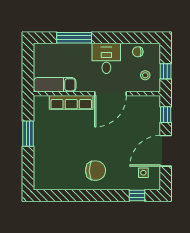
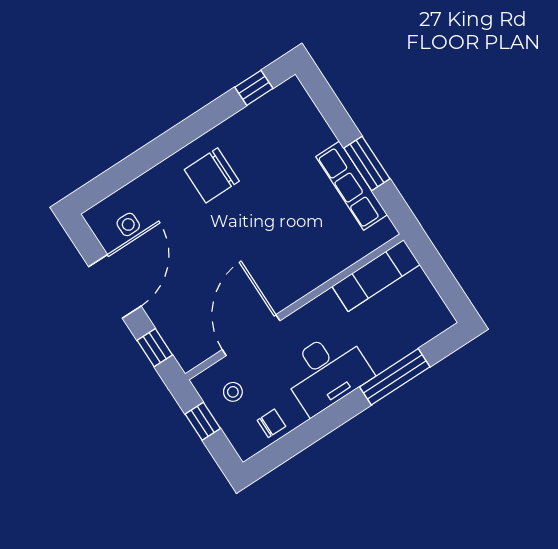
desk: (106, 58) -> (326, 372), width x1.37
door: (110, 94) -> (251, 335), moved
row of seats: (71, 102) -> (352, 186), moved, turned -90
window: (137, 195) -> (254, 88), moved

